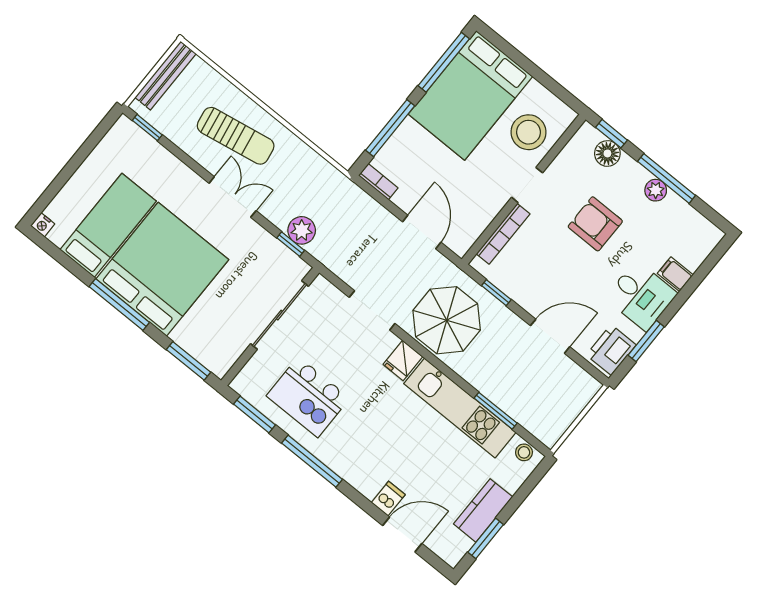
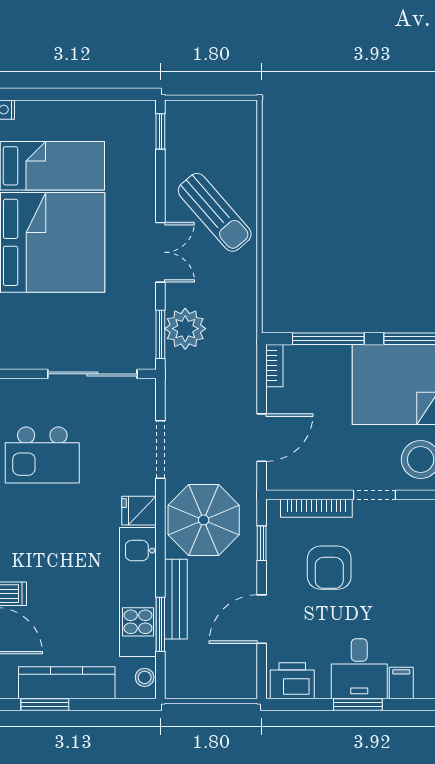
bench: (166, 76) -> (176, 599), moved, turned 90
sun lounger: (236, 136) -> (215, 212), turned -31
armchair: (595, 224) -> (329, 568), moved, turned 180
plant: (302, 230) -> (185, 329), width x1.36, depth x1.36
window: (291, 244) -> (160, 334), width x1.50
door: (550, 336) -> (262, 619), swing flipped
window: (646, 341) -> (358, 704), moved
kitchen island: (308, 397) -> (42, 455), turned -90
kitchen counter: (483, 510) -> (67, 683), width x1.50

